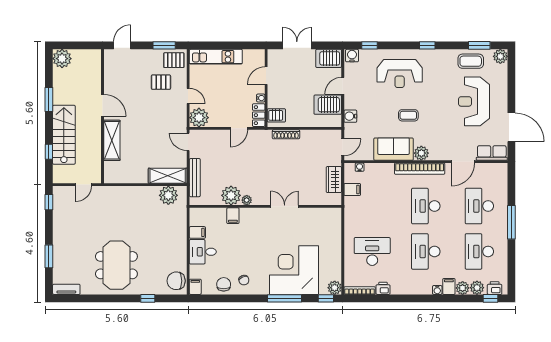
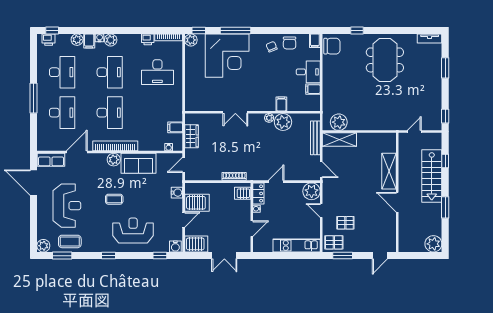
coffee table: (408, 115) -> (114, 199), moved
plant: (477, 288) -> (111, 40), moved

